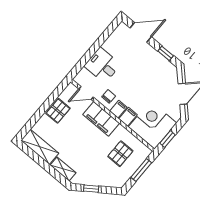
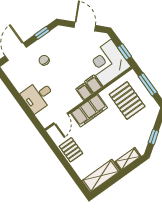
chair: (109, 96) -> (44, 60), moved
pallet: (120, 154) -> (127, 100), width x1.50, depth x1.42

